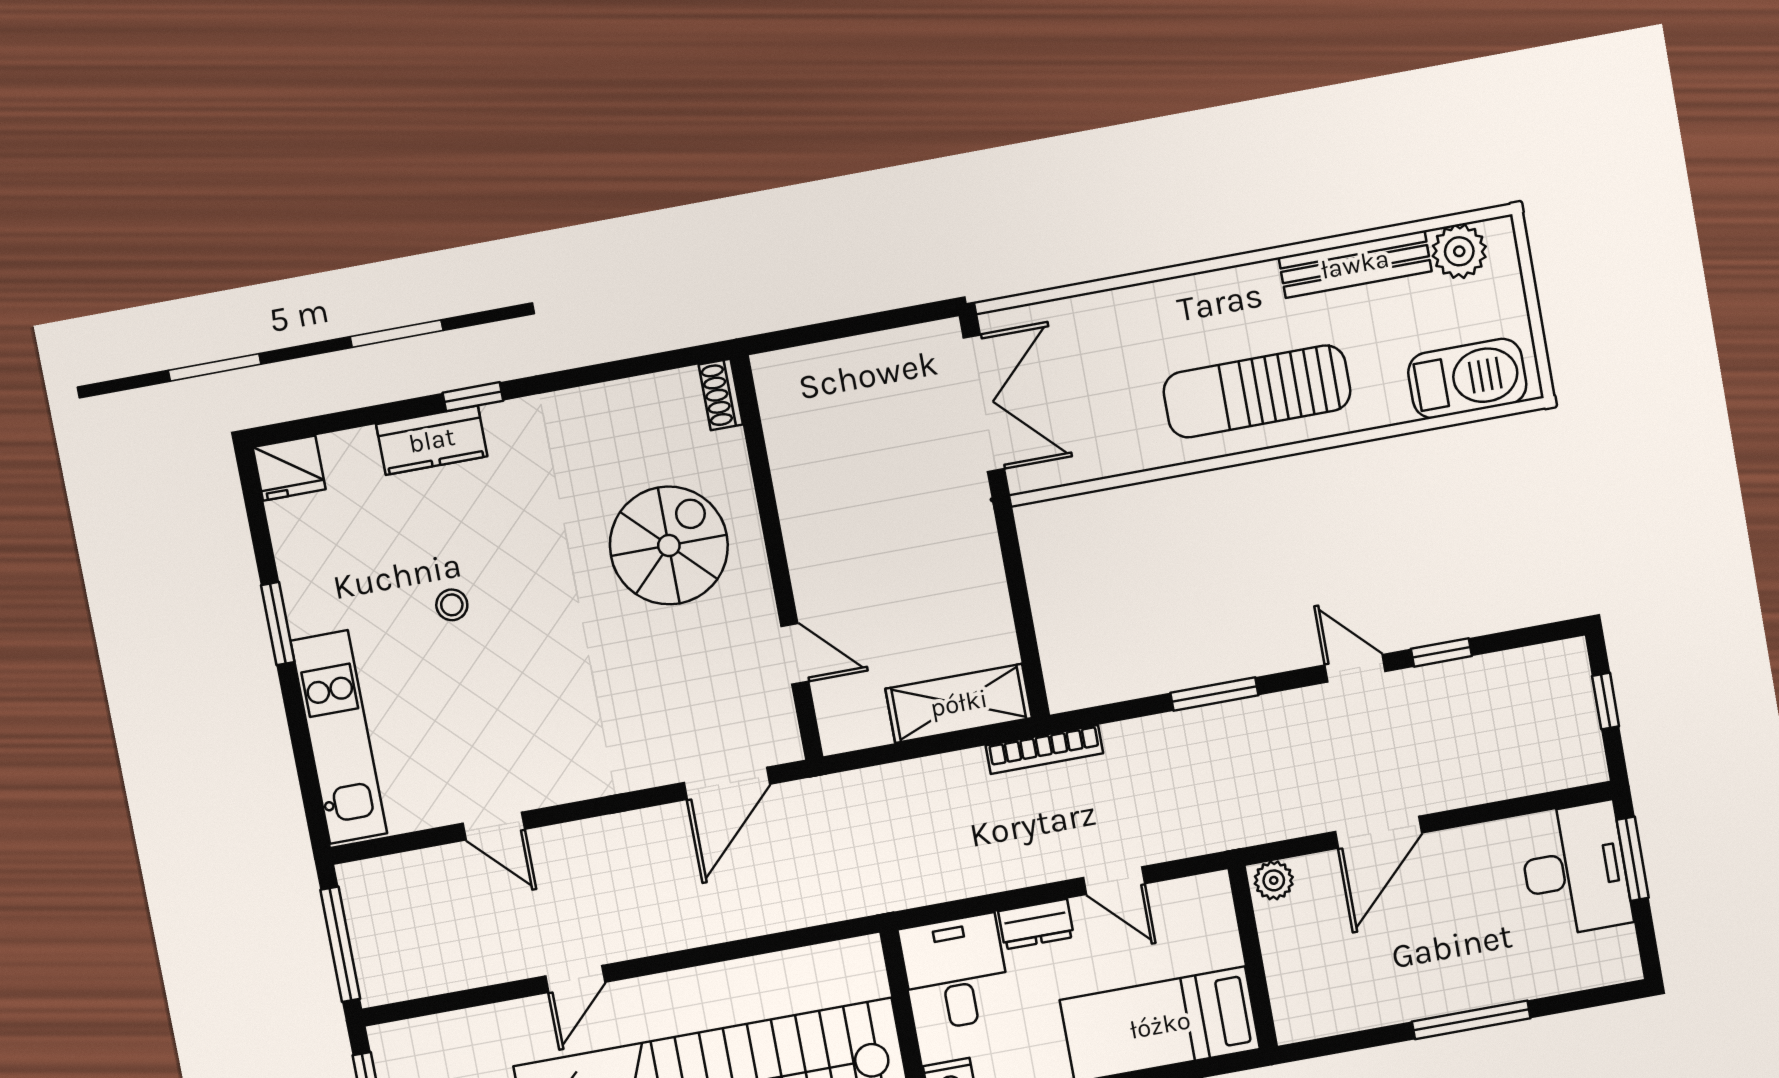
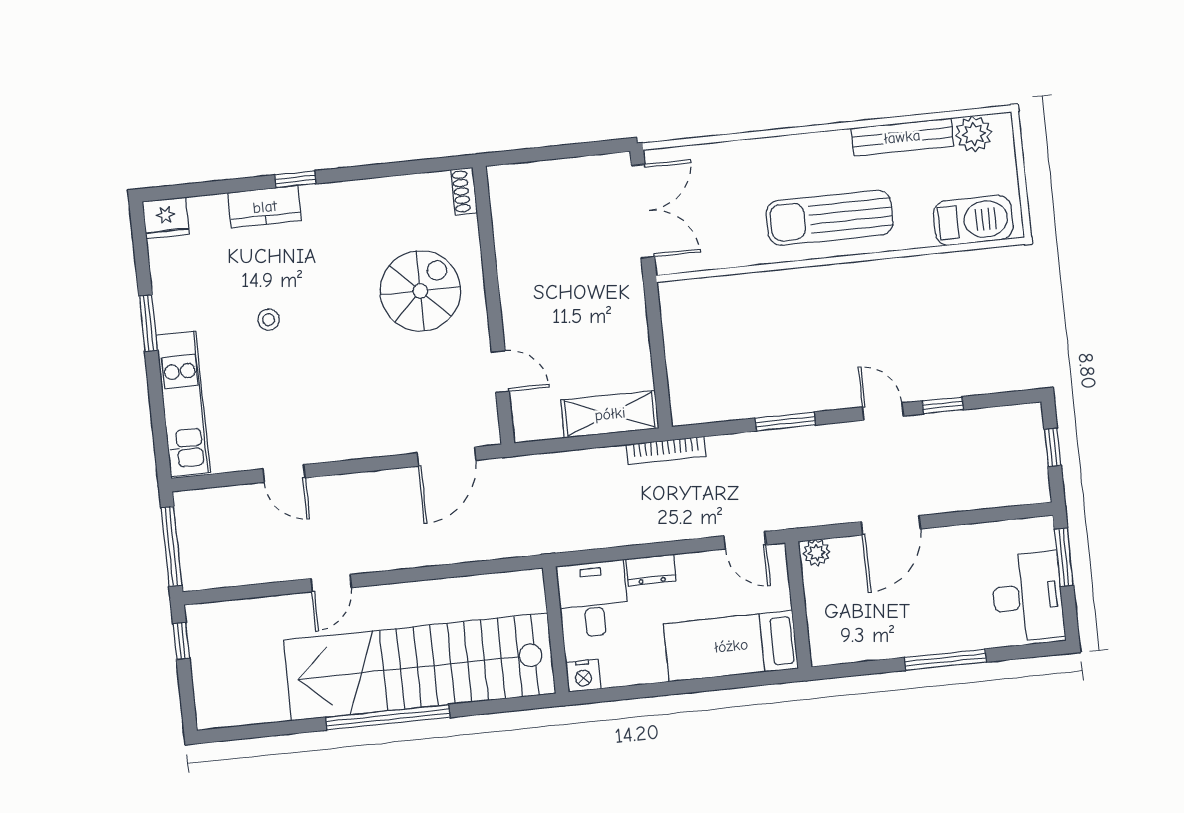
desk: (1575, 869) -> (1027, 597), moved
door: (1114, 881) -> (745, 540), moved

